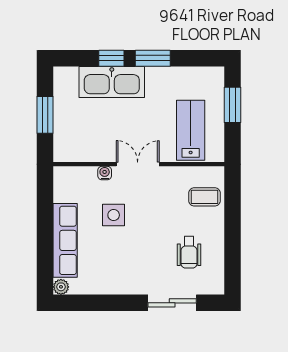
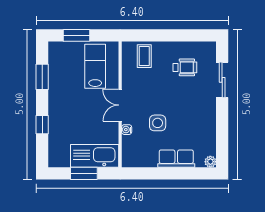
window: (153, 58) -> (42, 77), moved
kitchen sink: (112, 82) -> (95, 156), moved, turned -90
lab bench: (191, 130) -> (95, 66), turned 90
row of seats: (65, 240) -> (176, 159), width x0.68

